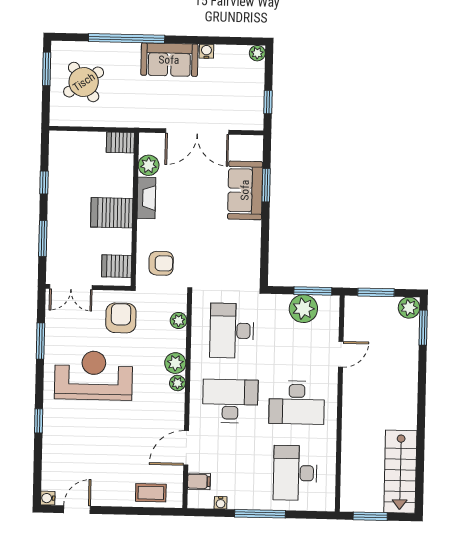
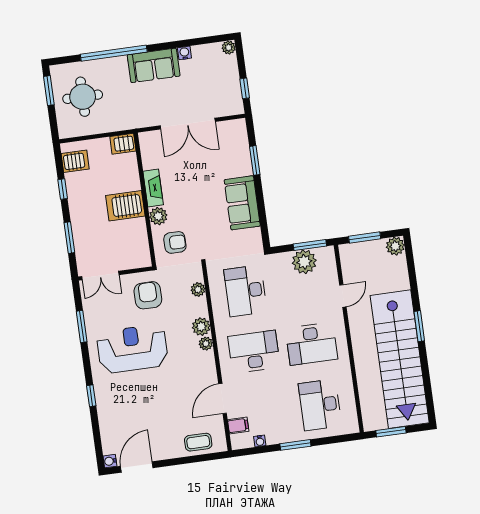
round table: (84, 82) -> (83, 97), turned 35
plant: (149, 165) -> (158, 216), moved
sofa: (245, 190) -> (242, 203), moved
server rack: (117, 266) -> (75, 161), moved, turned 180
window: (423, 328) -> (419, 326), moved
stairs: (400, 472) -> (400, 359), width x1.86, depth x1.51
door: (77, 510) -> (137, 467), width x1.37
window: (260, 514) -> (295, 445), width x0.69

